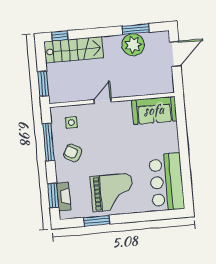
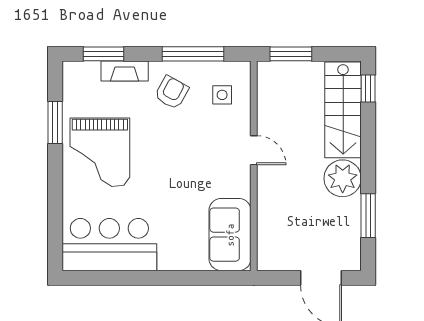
plant: (133, 45) -> (343, 178), moved
fireplace: (64, 197) -> (125, 71), moved

